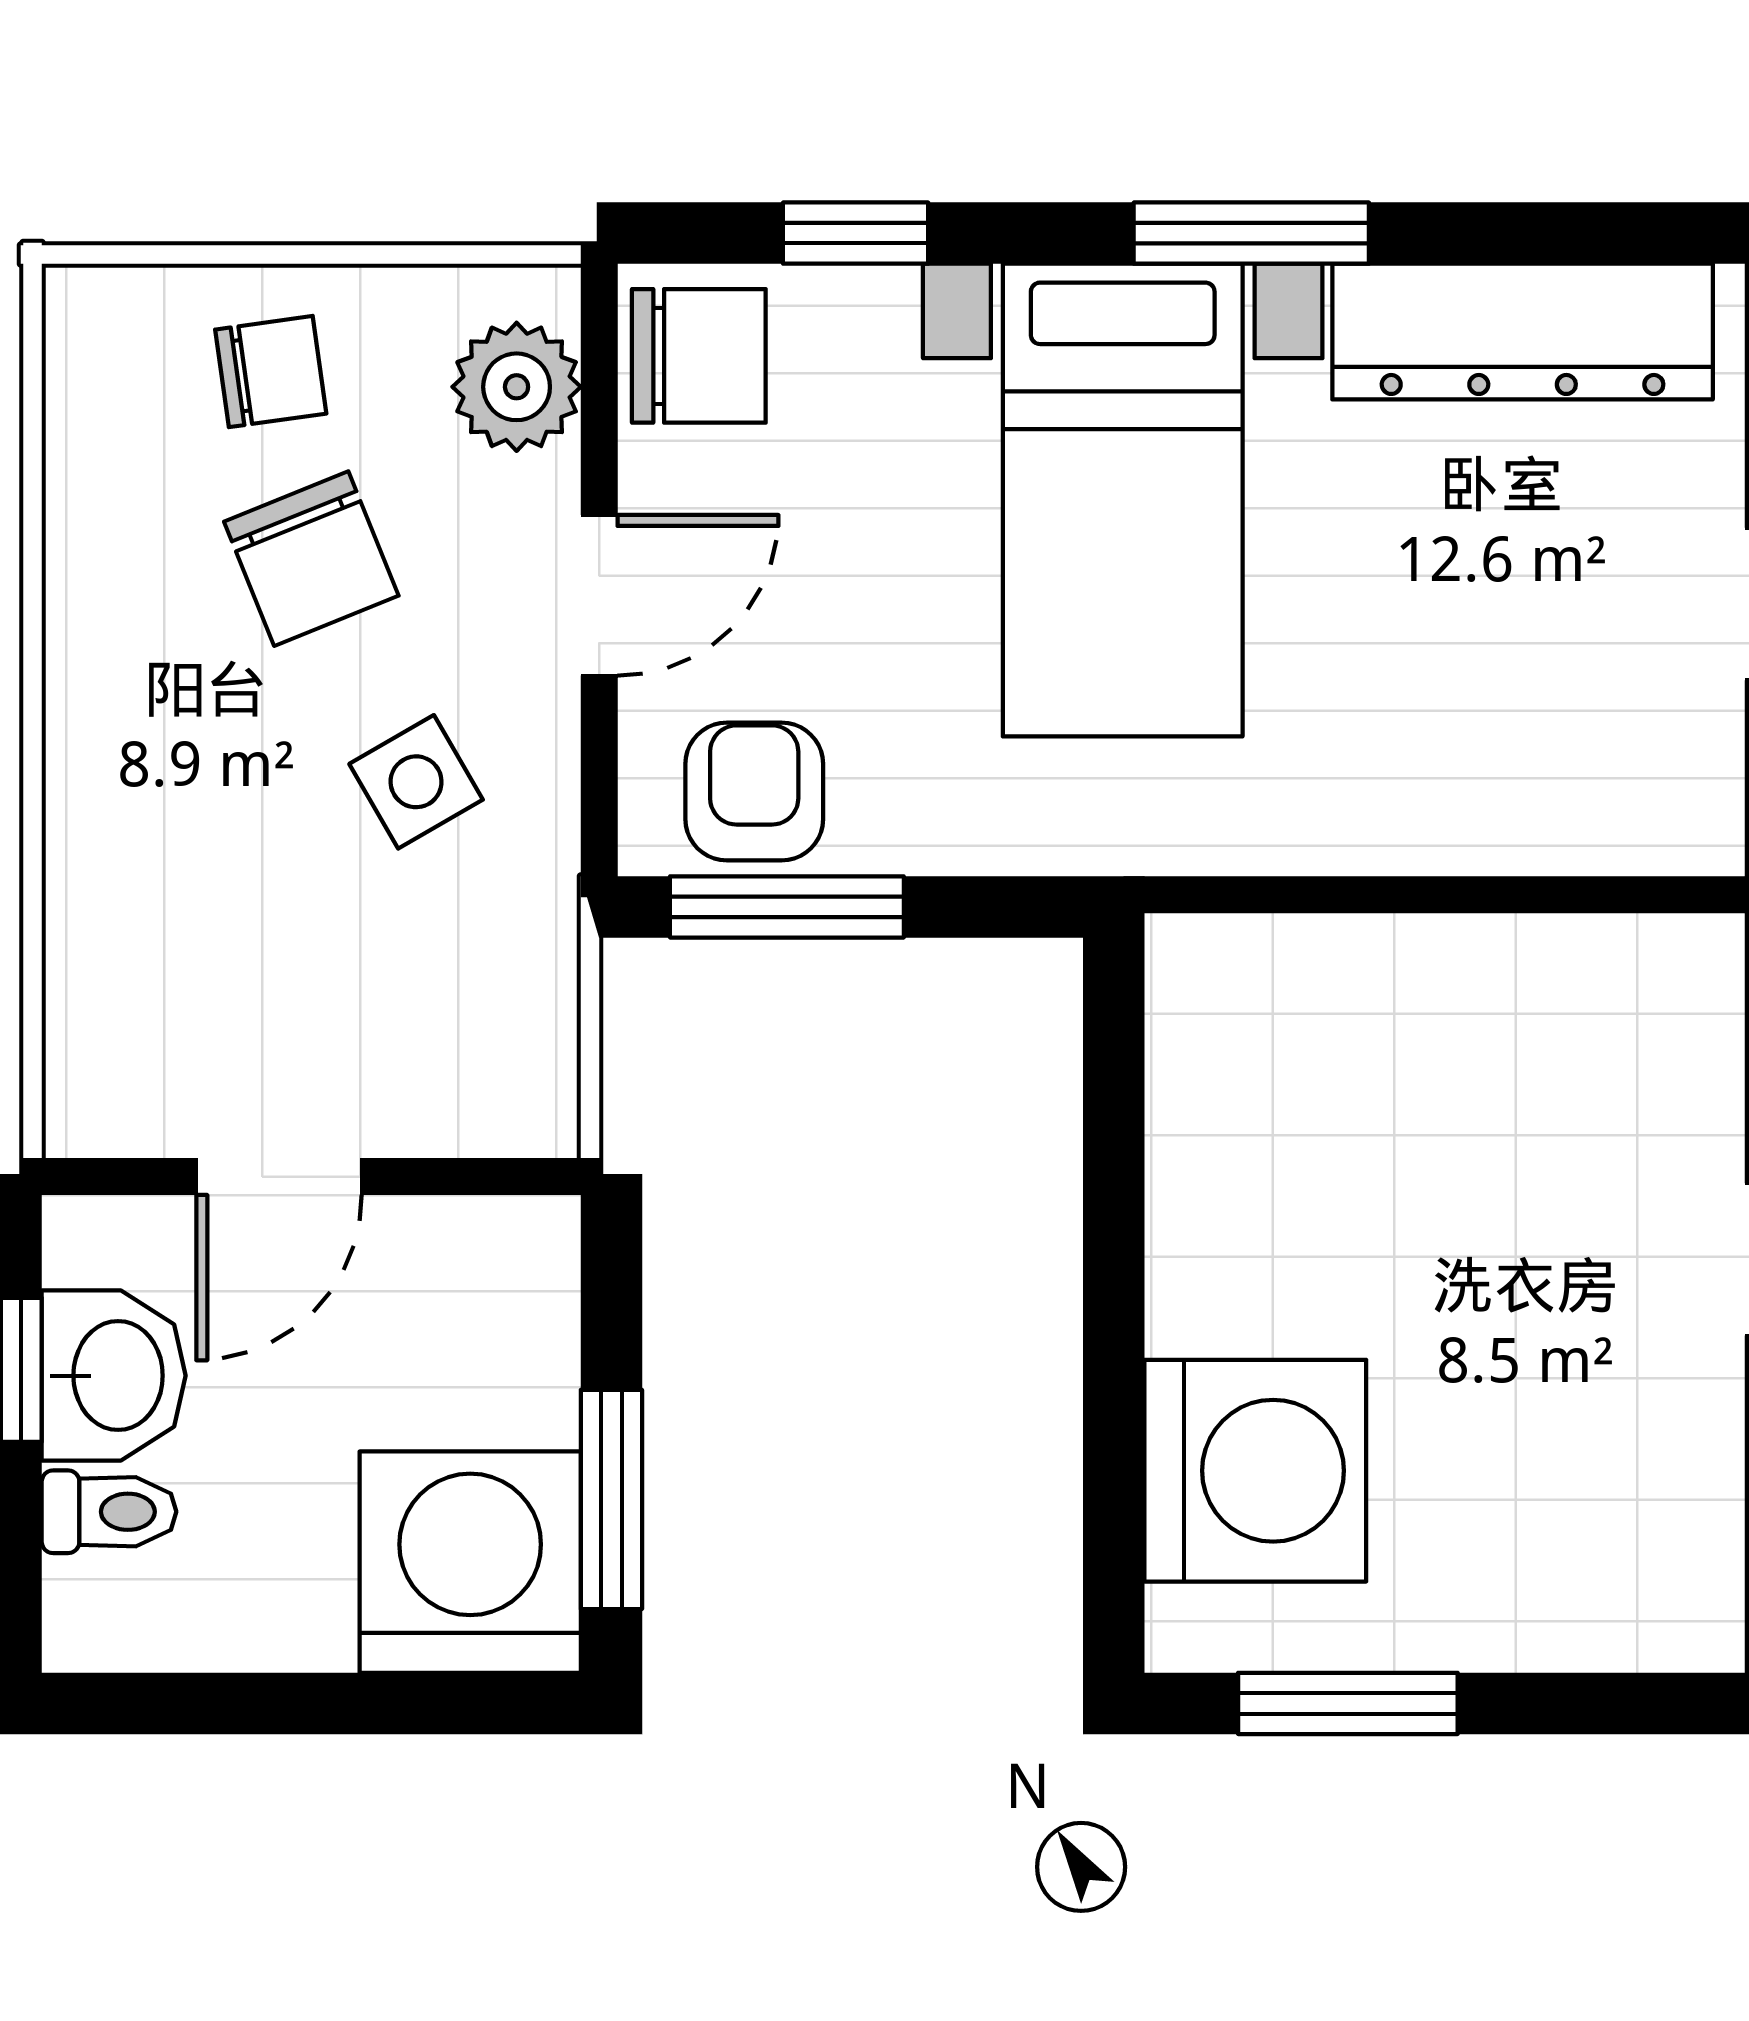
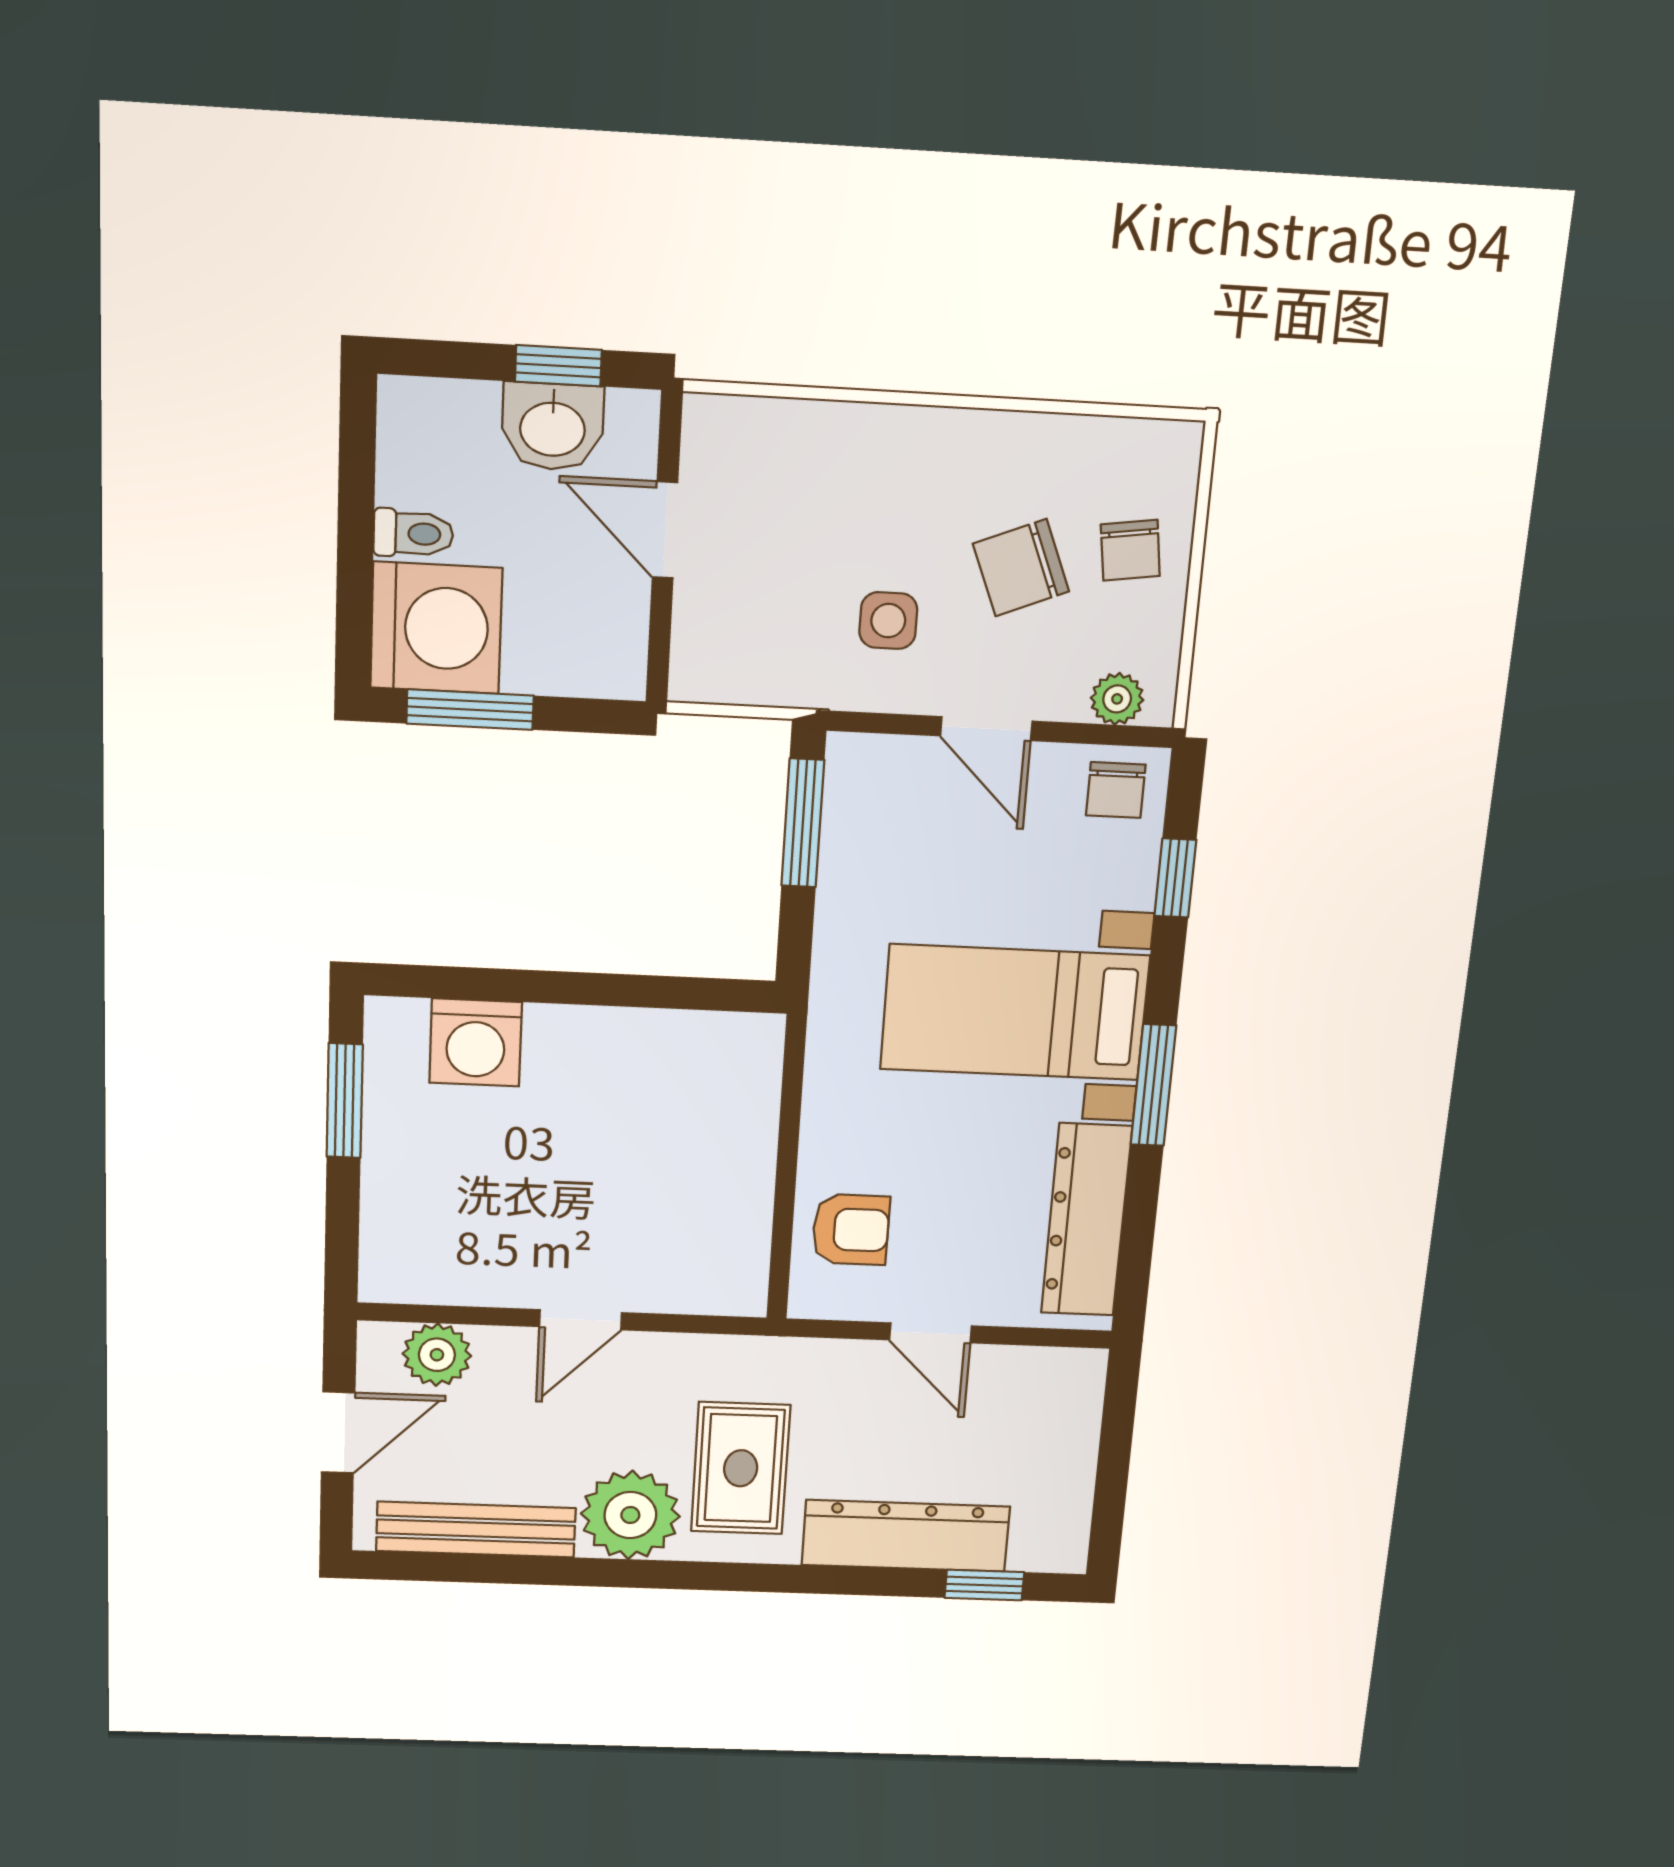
chair: (699, 356) -> (1116, 790), width x0.73, depth x0.73
plant: (517, 387) -> (1117, 699), width x0.73, depth x0.73
side table: (416, 782) -> (888, 621), turned 30
armchair: (754, 792) -> (851, 1230), moved
washing machine: (1255, 1471) -> (476, 1042), width x0.73, depth x0.73
toilet: (109, 1512) -> (413, 534), moved, turned -90

